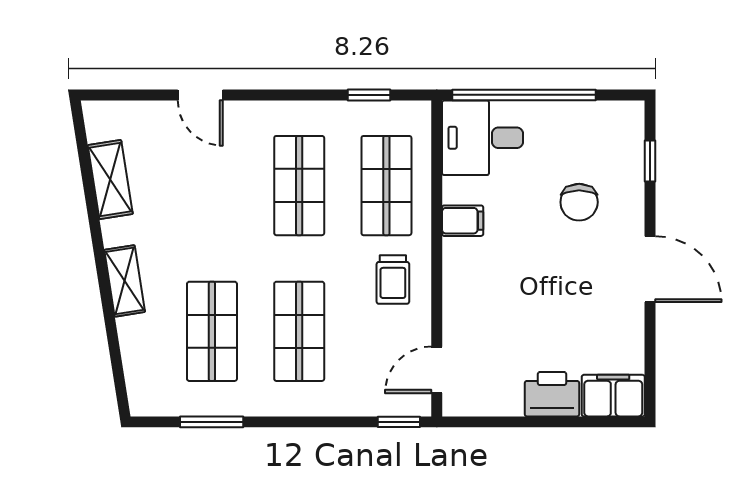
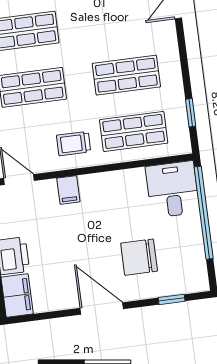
chair: (579, 202) -> (139, 257), width x1.37, depth x1.37
filing cabinet: (463, 221) -> (68, 190), moved
door: (650, 269) -> (102, 309), swing flipped

